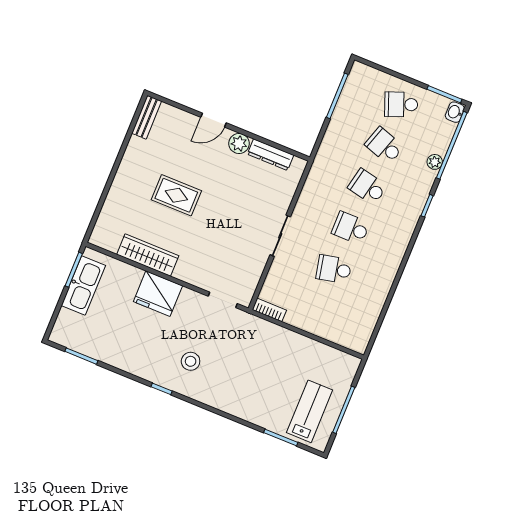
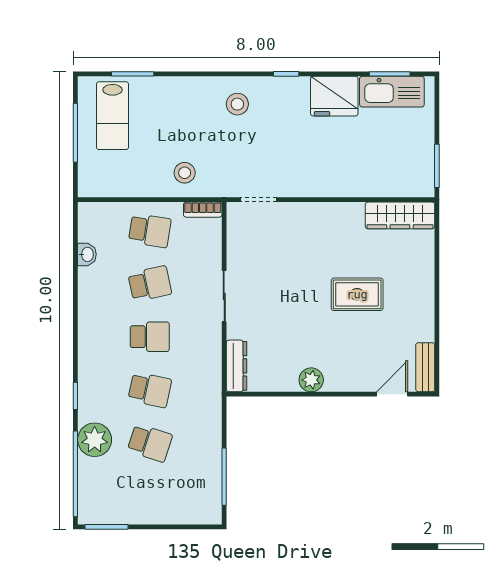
school desk: (401, 104) -> (150, 231), moved, turned 30
washbasin: (455, 112) -> (87, 254), moved
door: (213, 120) -> (392, 394), moved
dresser: (271, 155) -> (237, 366), moved, turned 90
plant: (435, 162) -> (95, 440), width x1.87, depth x1.87
wardrobe: (148, 255) -> (400, 215), moved
kitchen sink: (83, 285) -> (392, 92), moved, turned -90
fridge: (158, 294) -> (334, 96), moved, turned 180
stool: (272, 344) -> (185, 173), added
stool: (191, 361) -> (237, 104), moved

